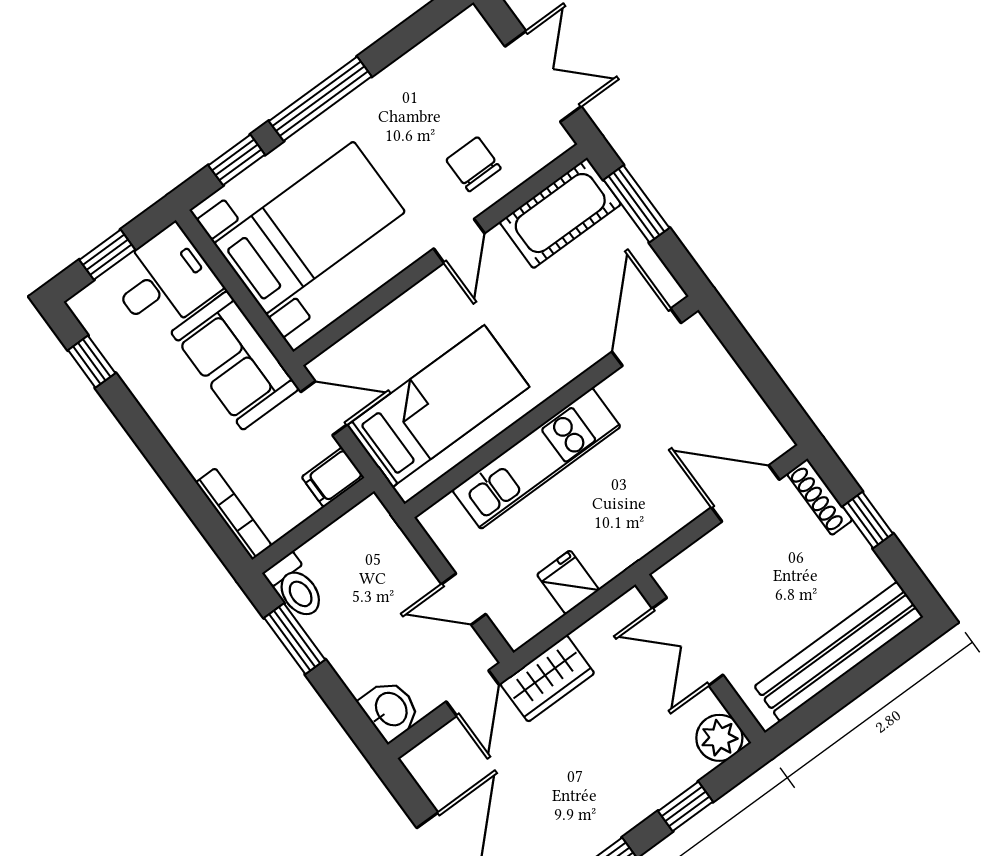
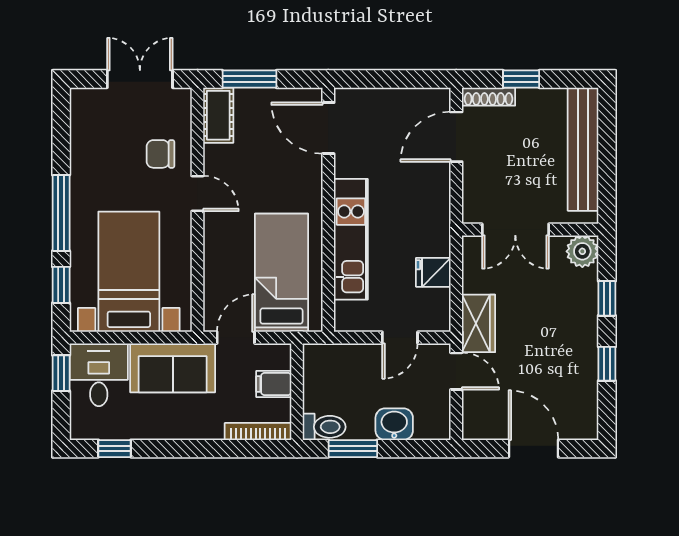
cot: (560, 213) -> (218, 115), width x0.73, depth x0.75
window: (107, 255) -> (61, 373), moved
filing cabinet: (333, 477) -> (274, 384), moved, turned 90
washbasin: (390, 710) -> (394, 424), moved

